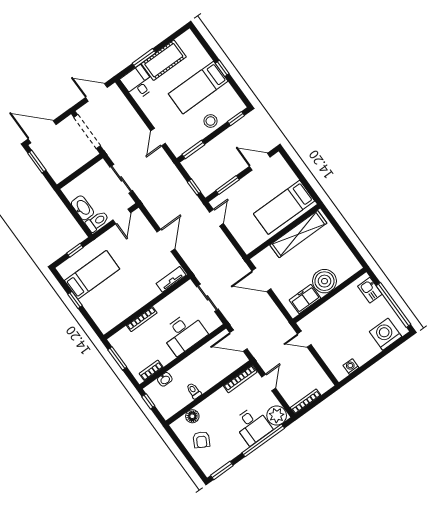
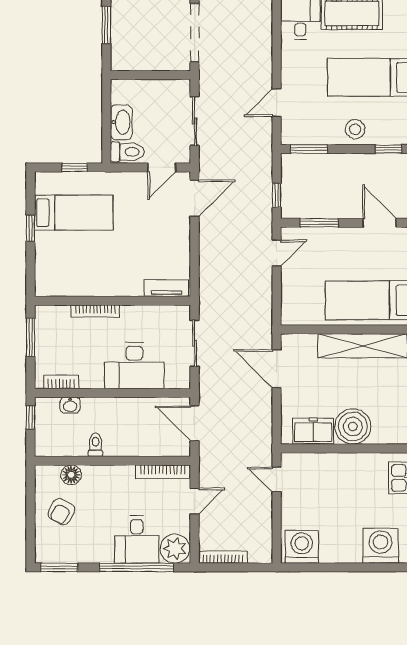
door: (166, 240) -> (195, 198), moved
washing machine: (351, 367) -> (302, 547), width x1.89, depth x1.89

